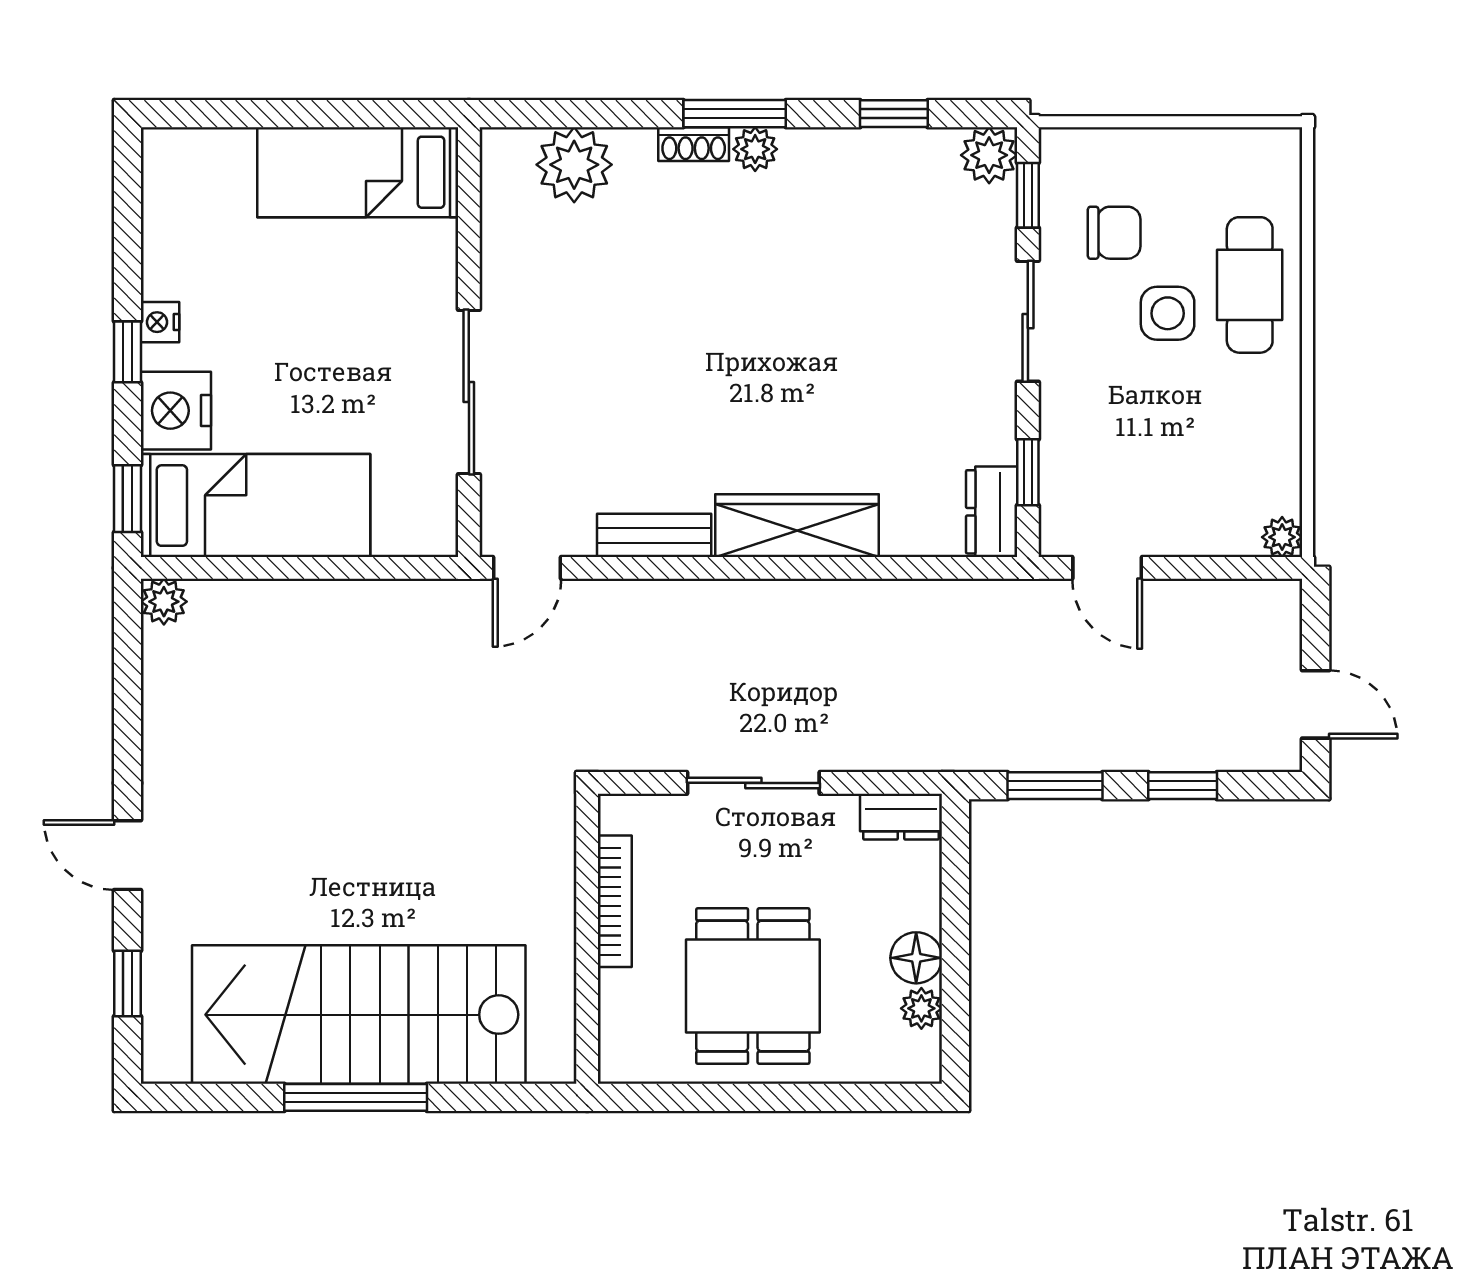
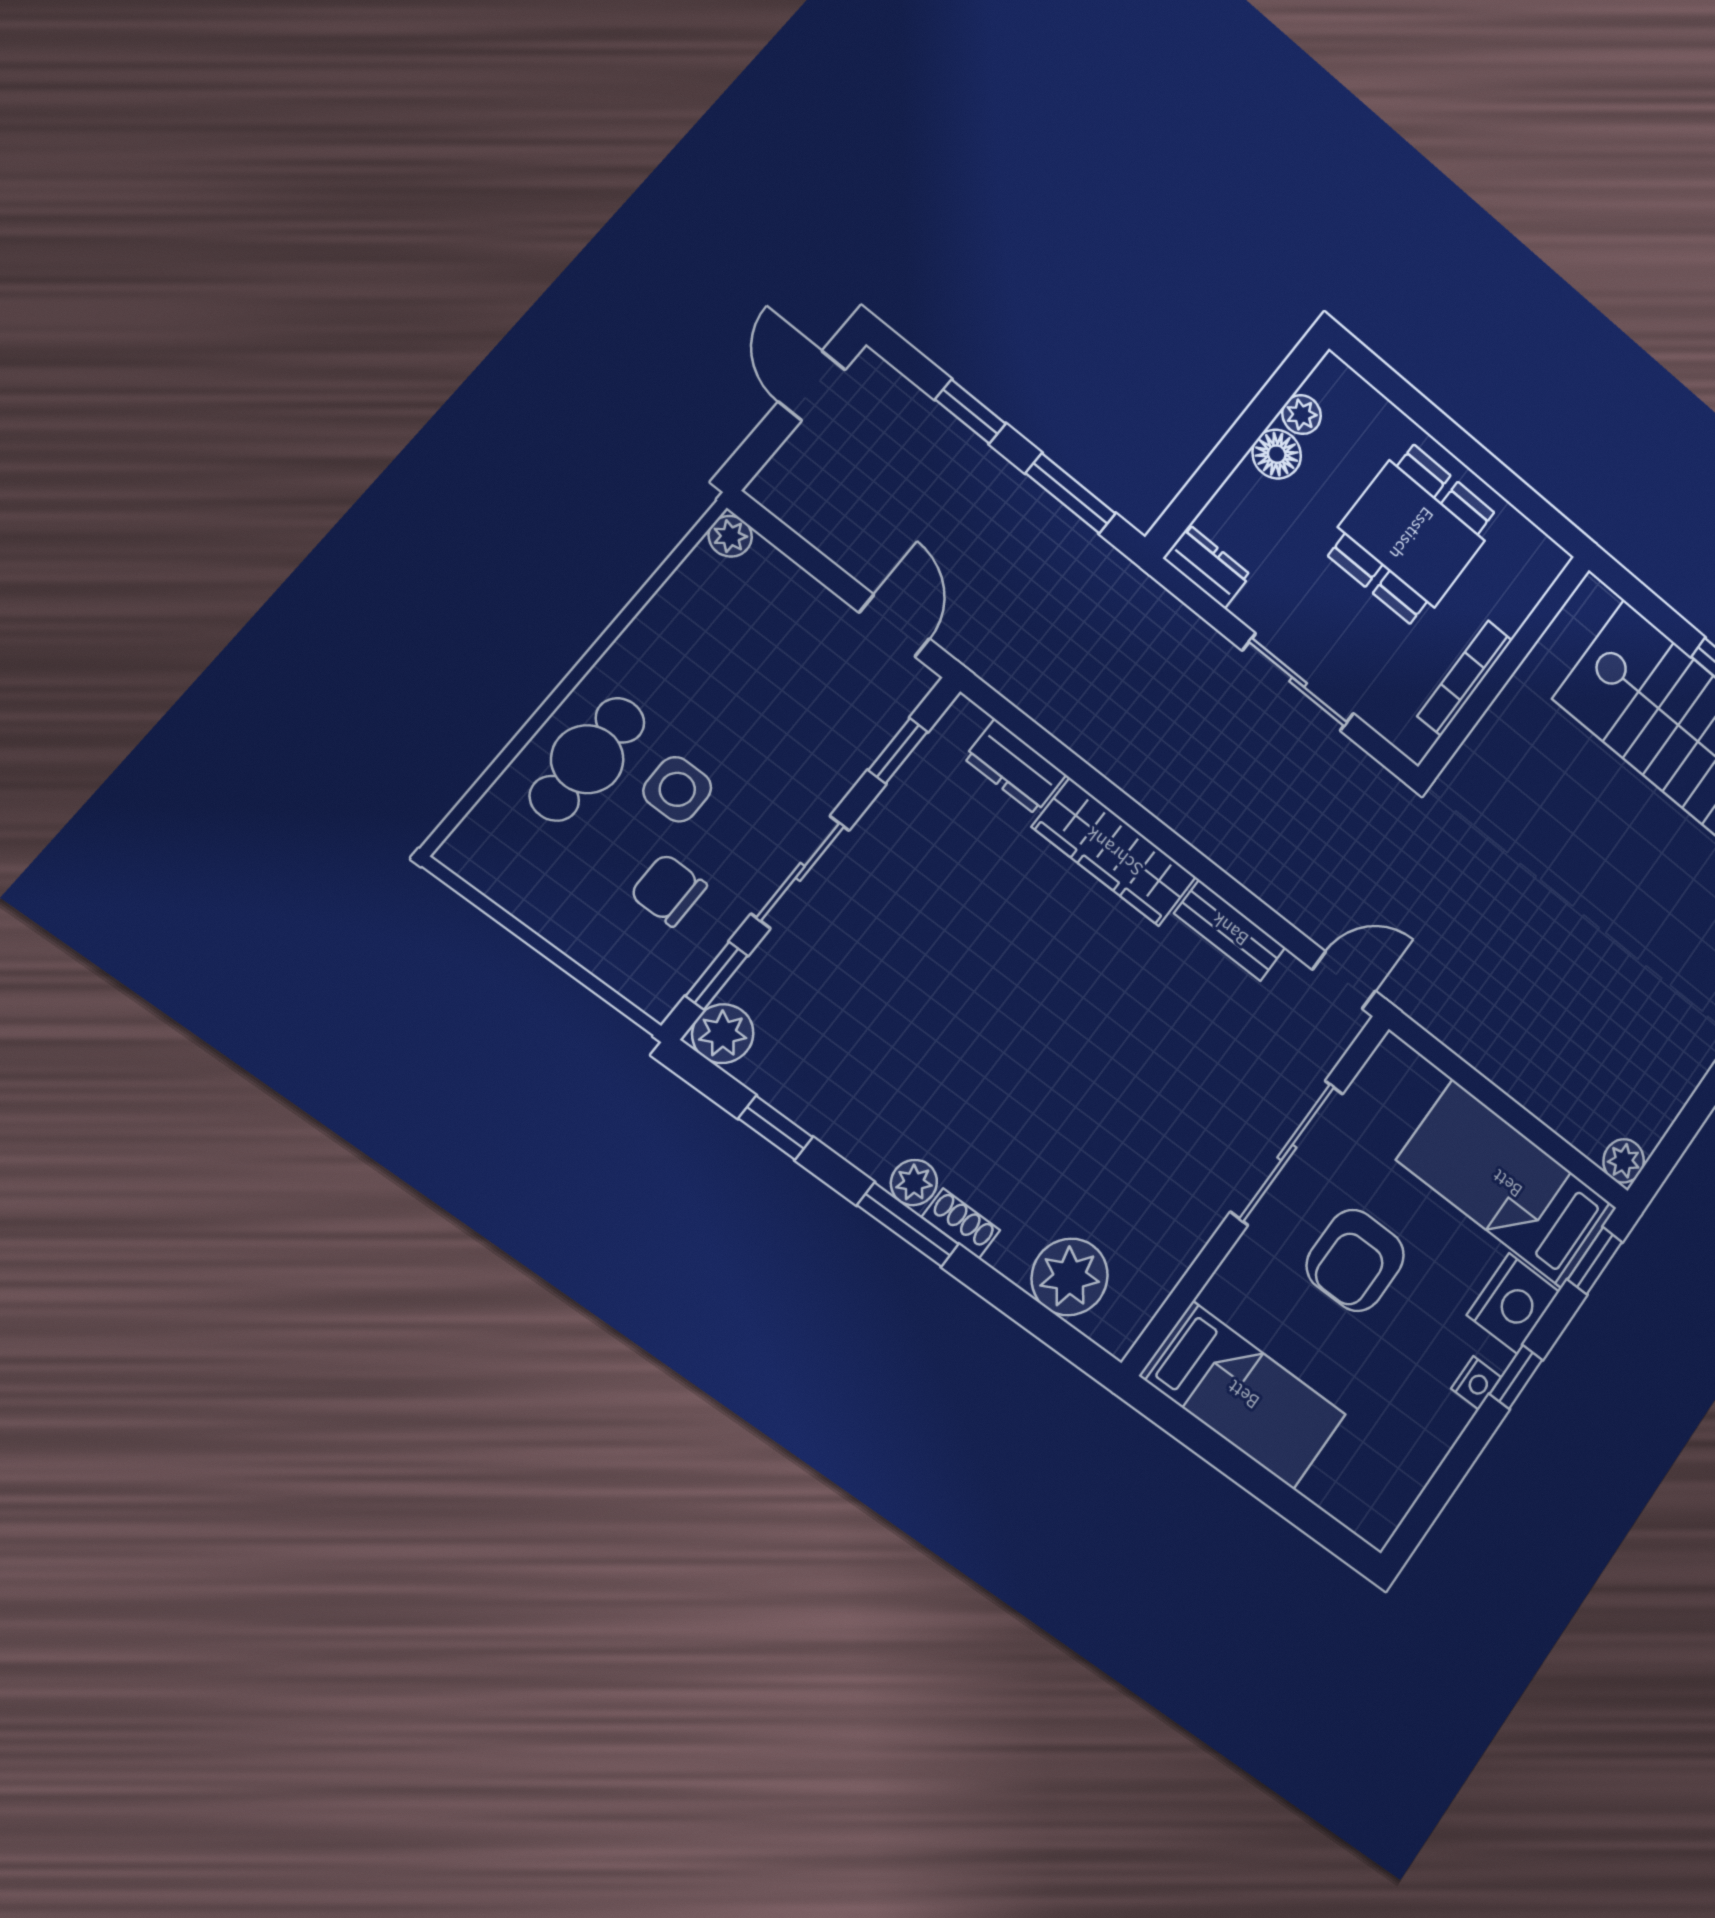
armchair: (343, 347) -> (1355, 1260), added
dresser: (992, 512) -> (1015, 767), moved, turned 90

